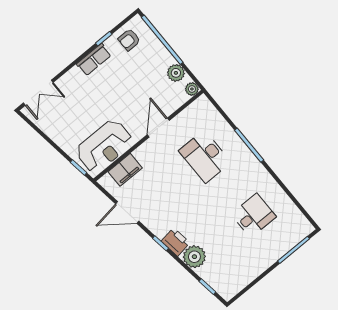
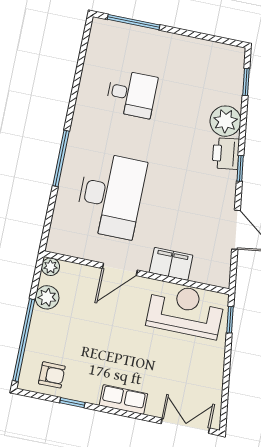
row of seats: (94, 60) -> (123, 400), moved
desk: (205, 157) -> (111, 195), width x1.36, depth x1.30
filing cabinet: (125, 170) -> (171, 264), moved
desk: (254, 216) -> (132, 94), turned 180

